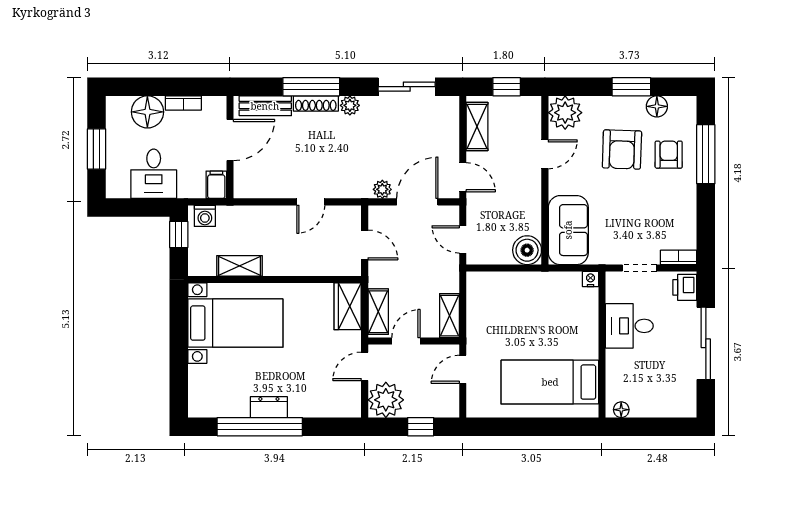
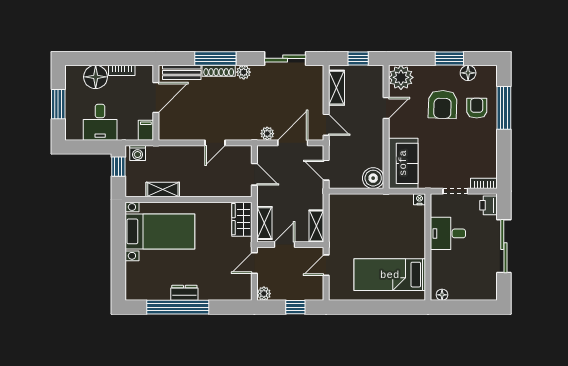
plant: (386, 400) -> (264, 294), width x0.53, depth x0.53

